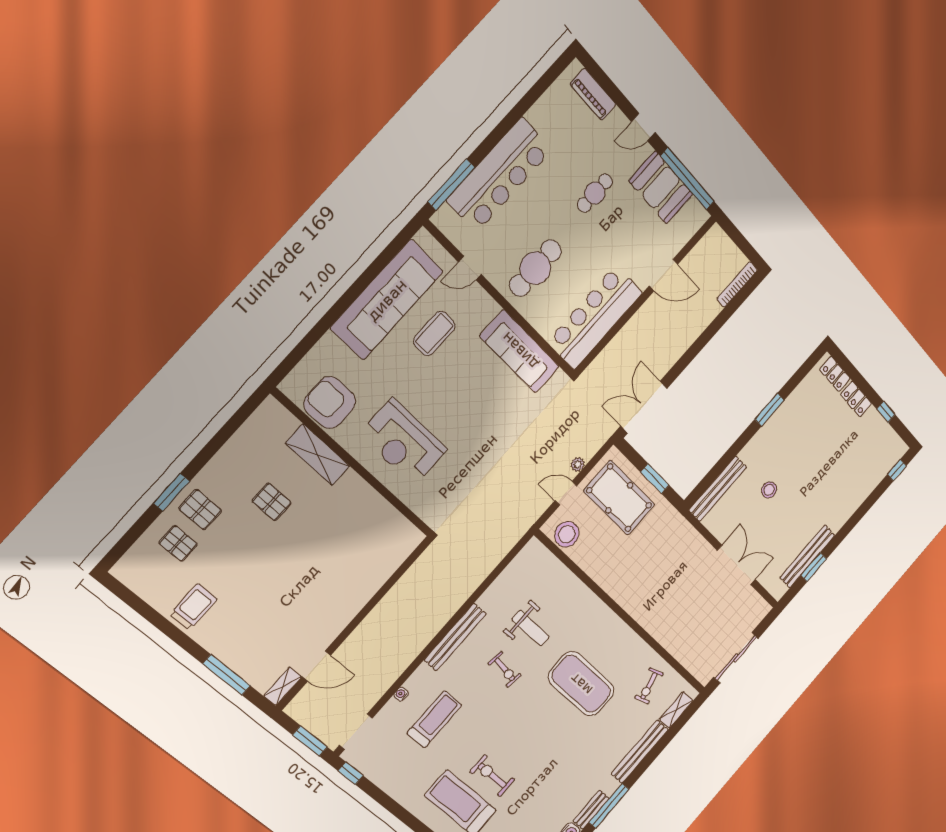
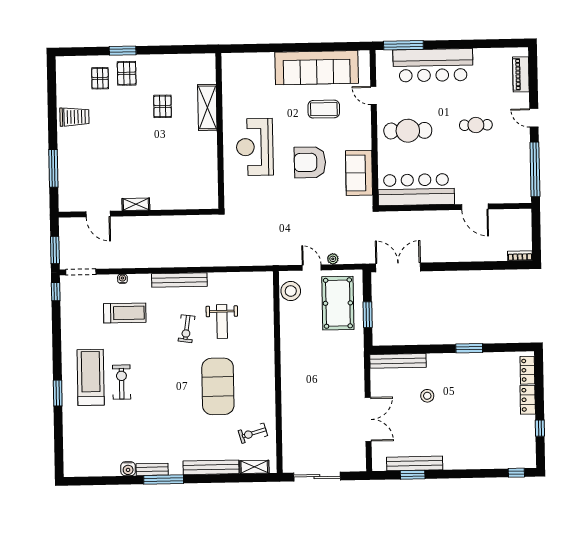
booth: (661, 187) -> (516, 159), removed
bookcase: (737, 284) -> (520, 256), width x0.64
sofa: (520, 351) -> (359, 173), width x0.73
armchair: (330, 403) -> (310, 162), moved, turned -90
shelving: (283, 686) -> (136, 204), moved

